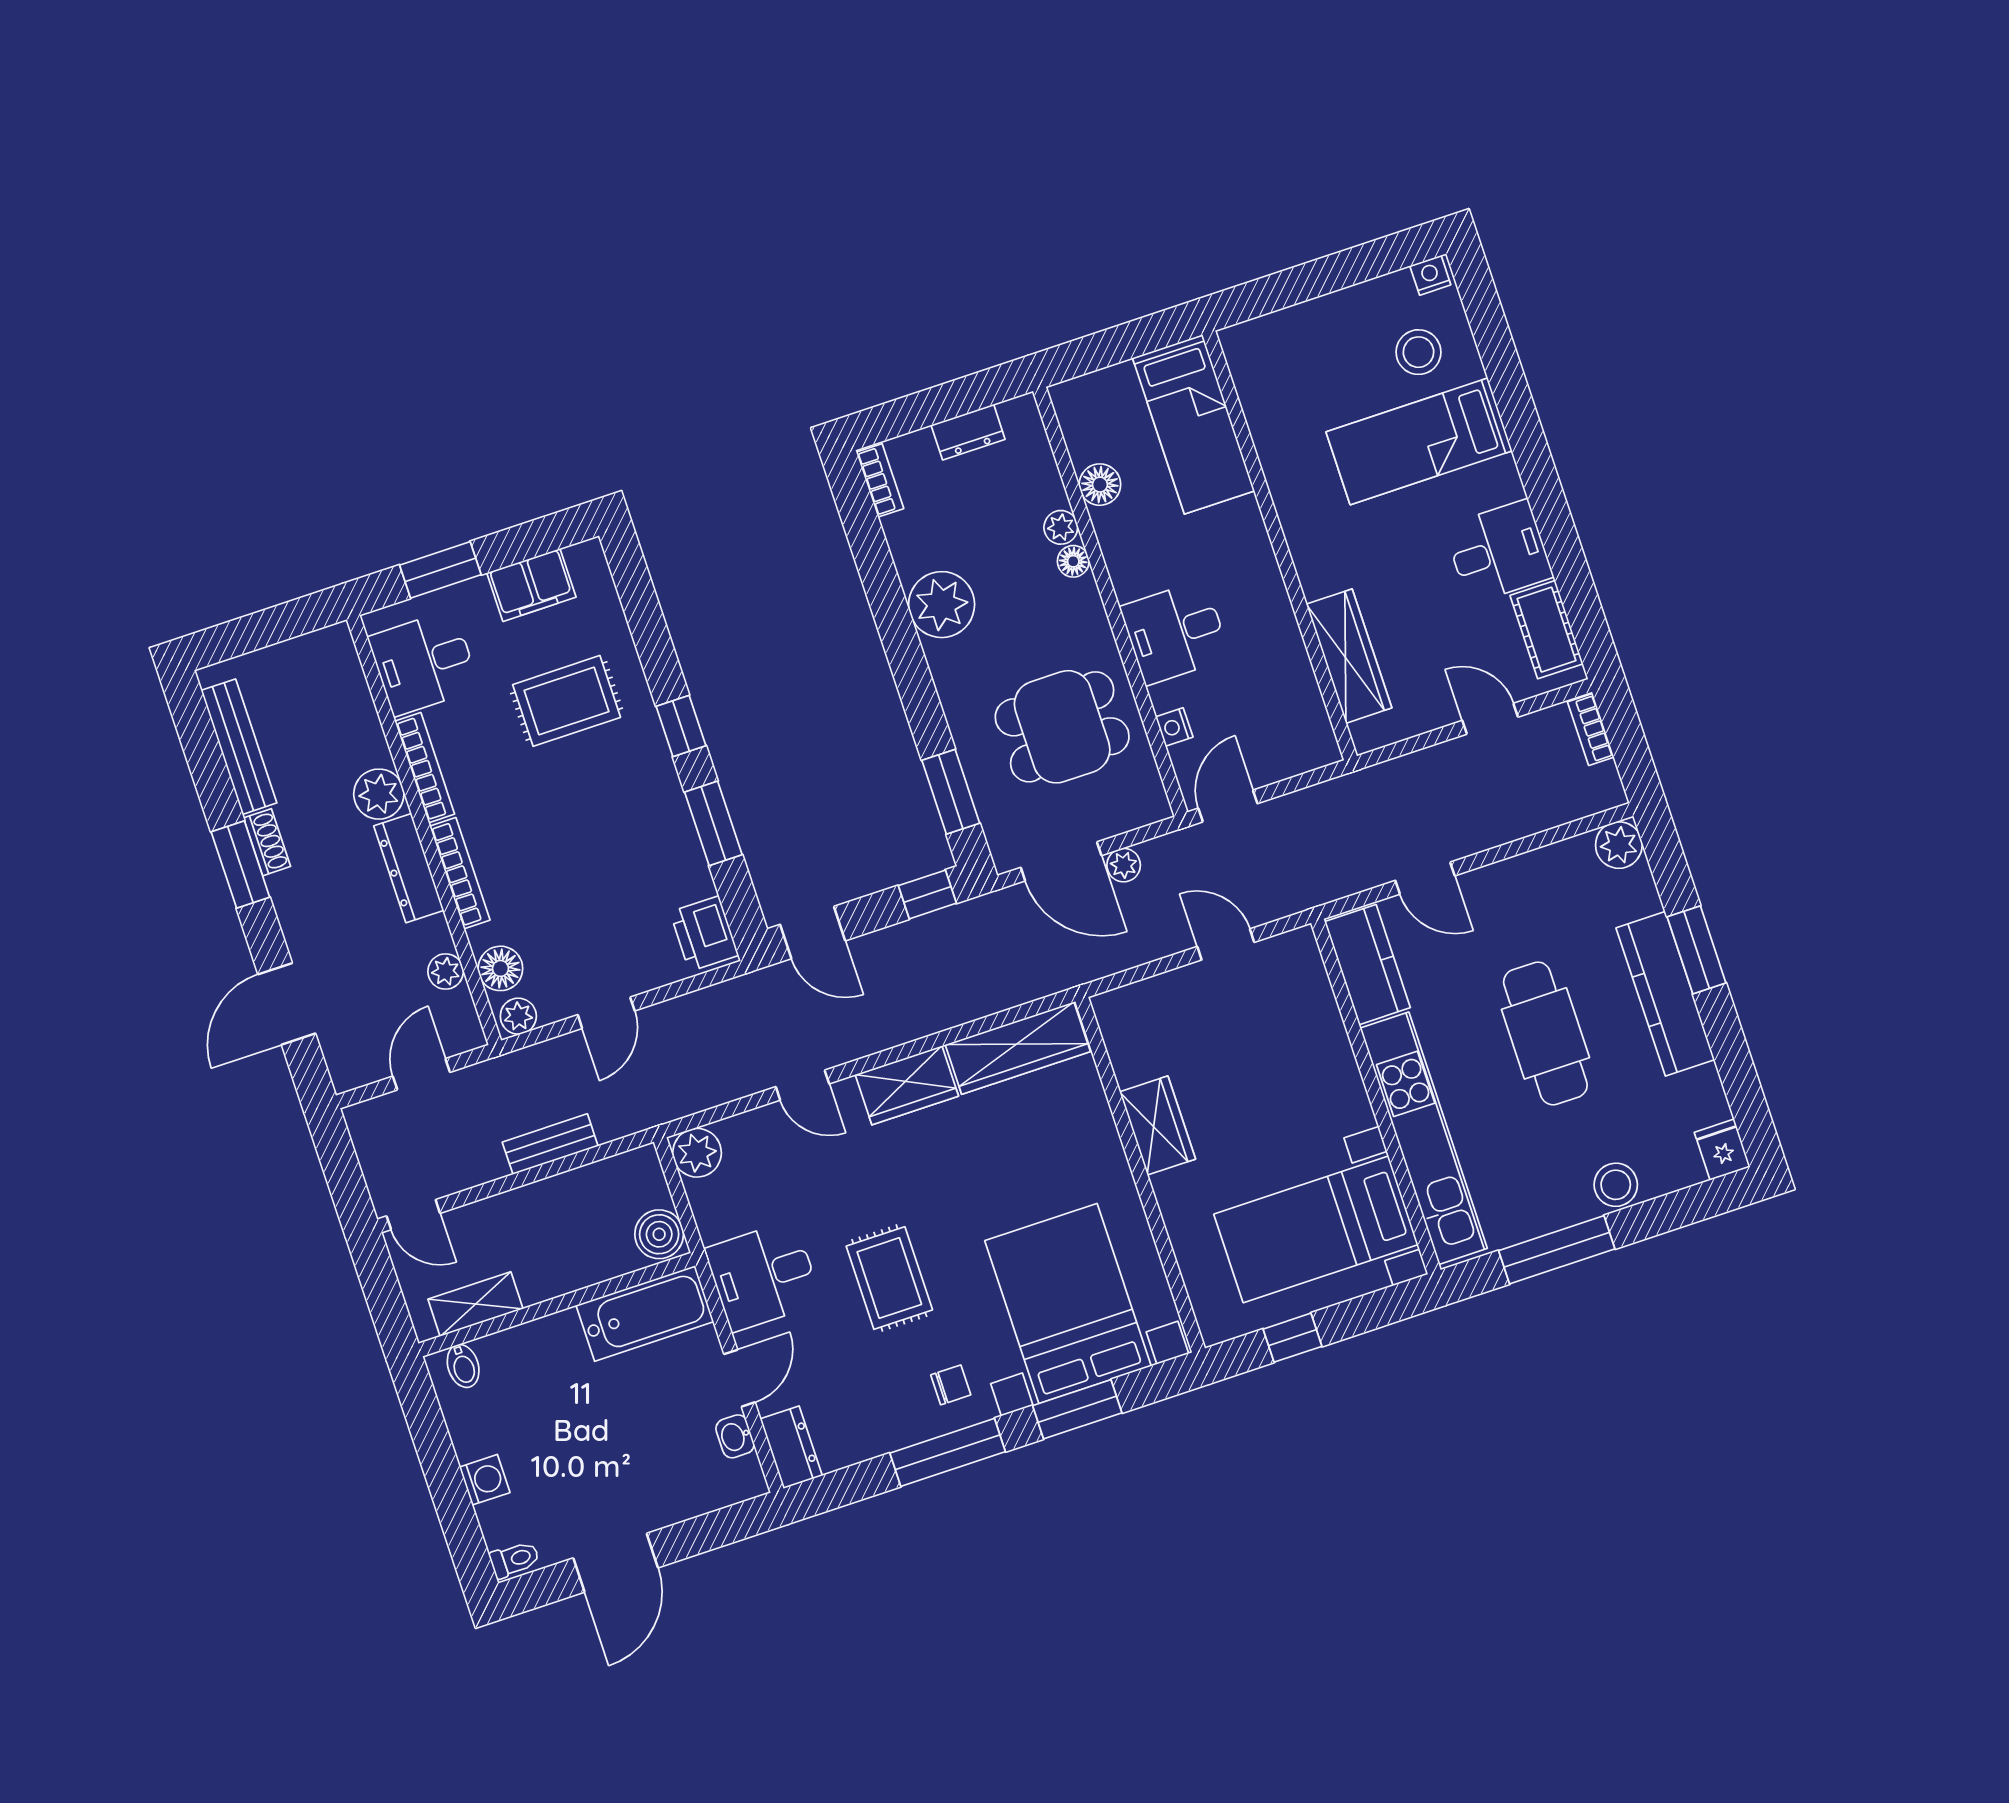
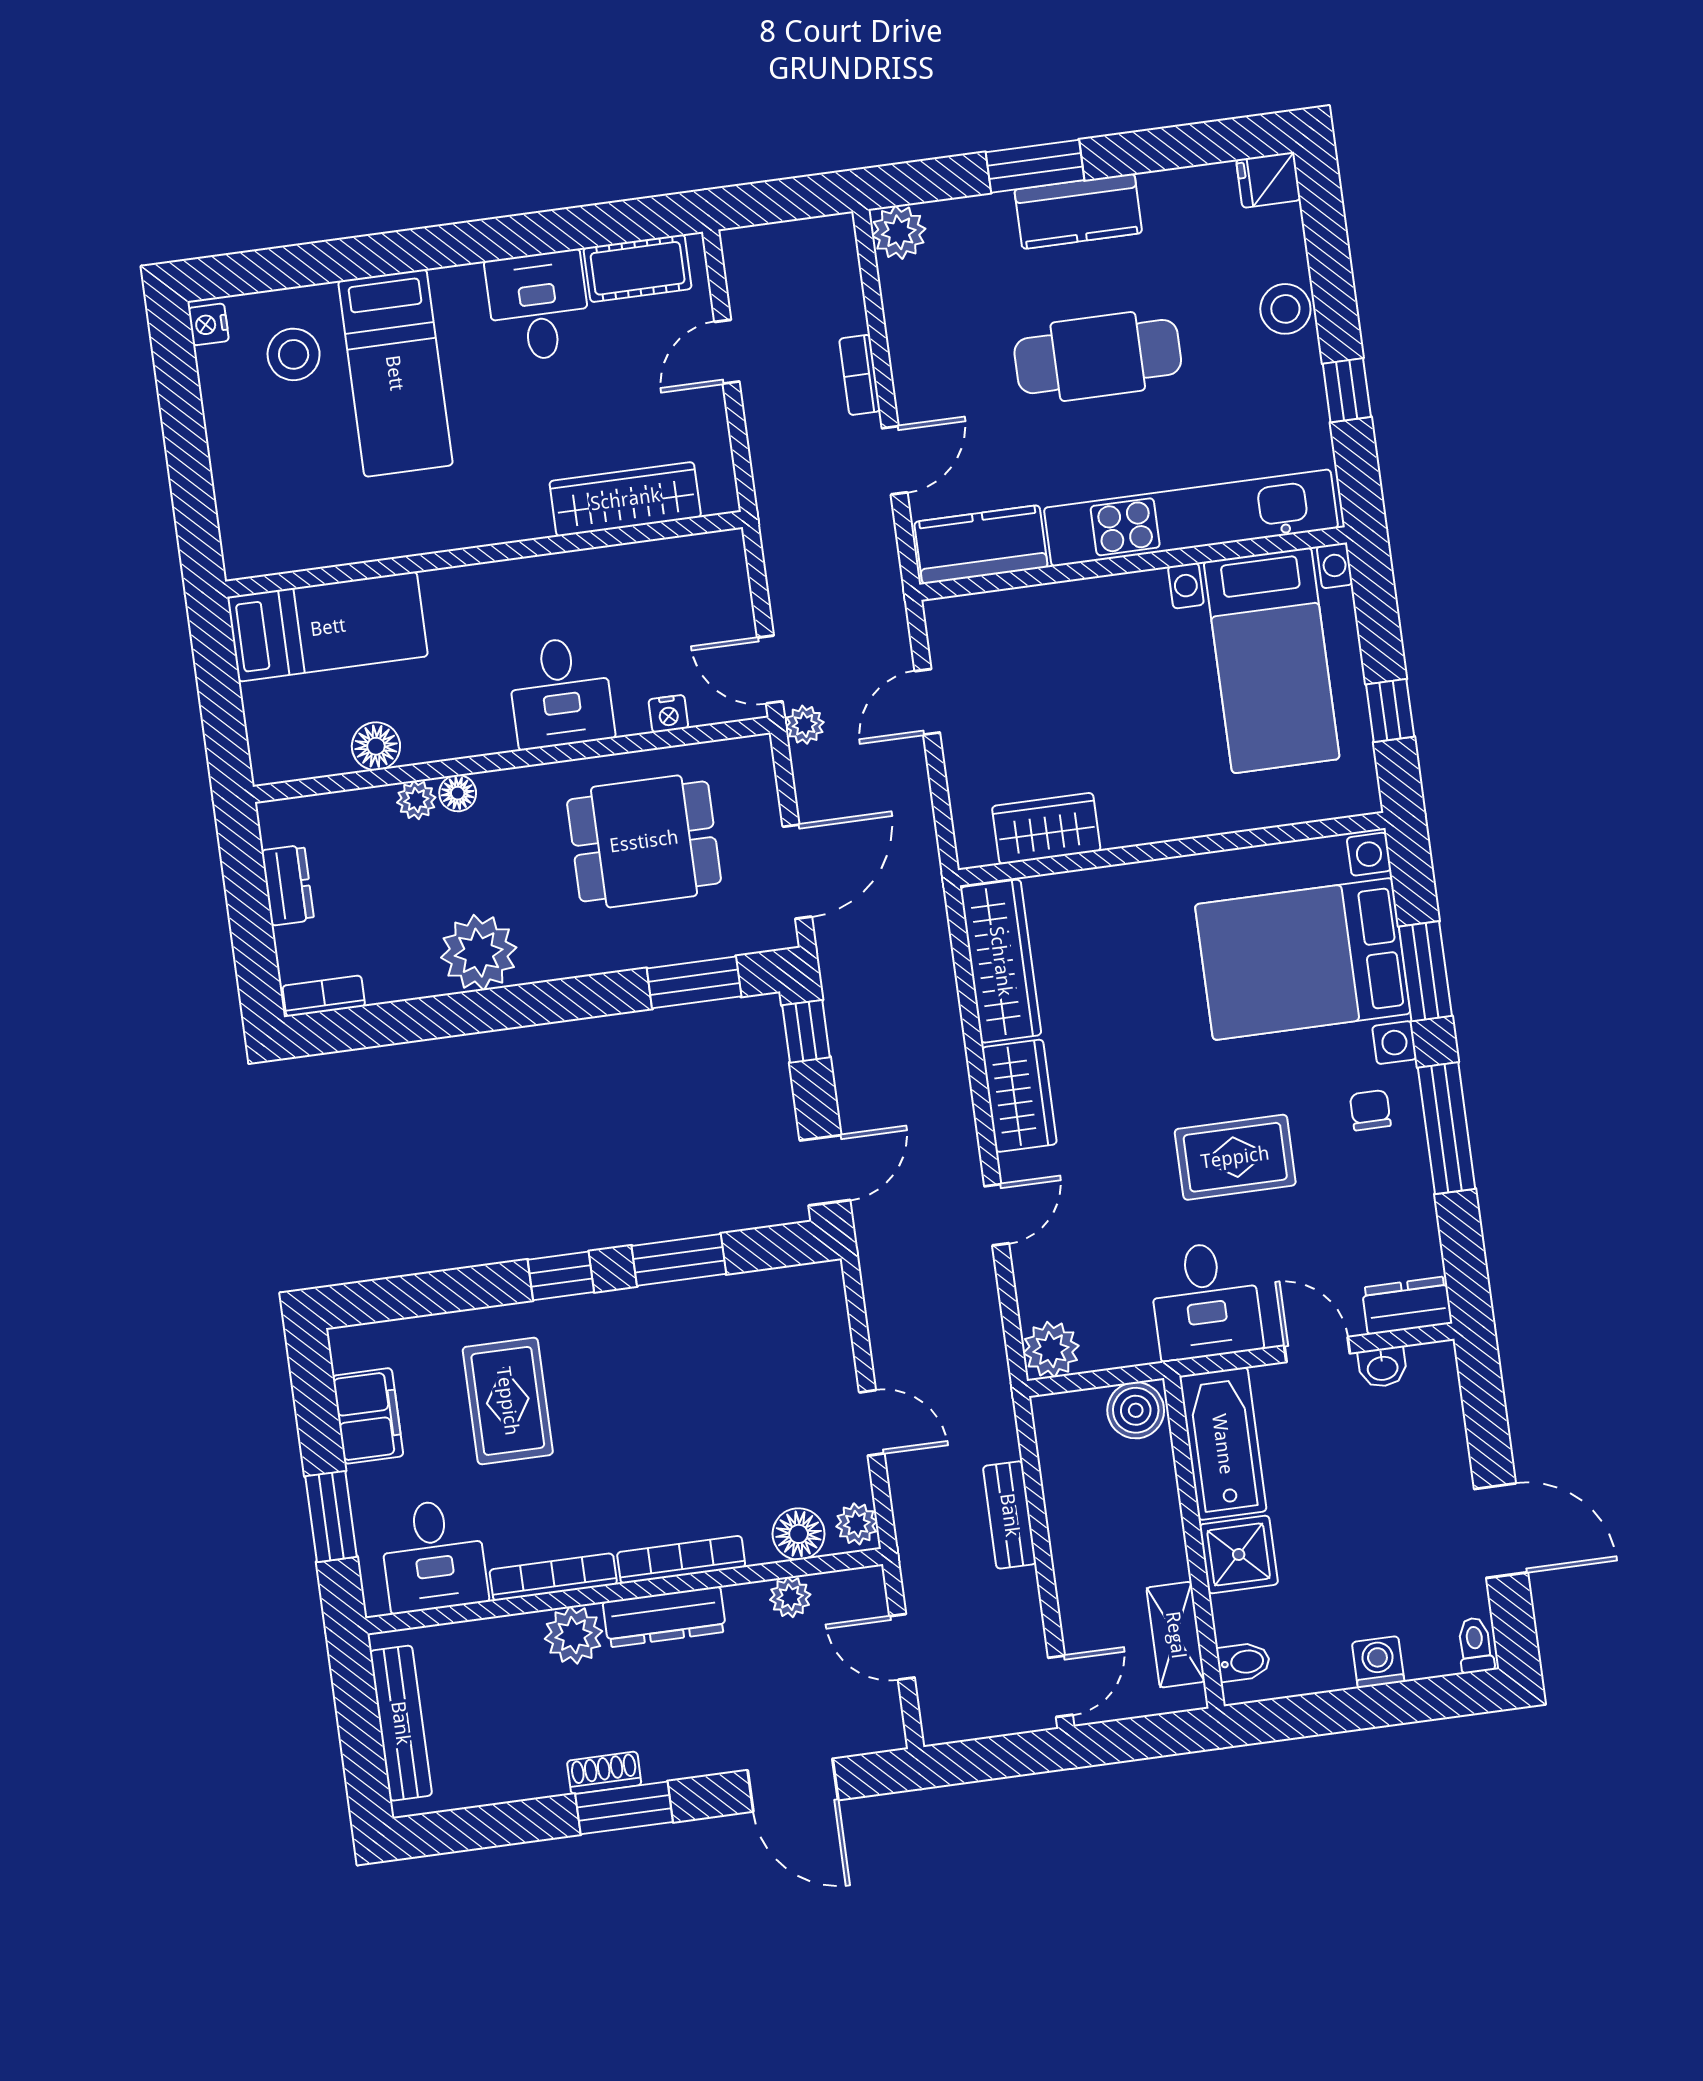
dining table: (1062, 727) -> (644, 841), turned 90
bookcase: (1591, 730) -> (860, 375), moved, turned 90
bench: (239, 747) -> (401, 1723), moved, turned 90
plant: (1124, 865) -> (805, 725), moved
printer: (704, 934) -> (803, 1294), removed
kitchen counter: (1665, 994) -> (1078, 211), width x0.67
wardrobe: (1157, 1126) -> (1046, 828), moved
window: (1557, 1250) -> (1347, 390), width x0.46
shower: (553, 1344) -> (1239, 1554), added

